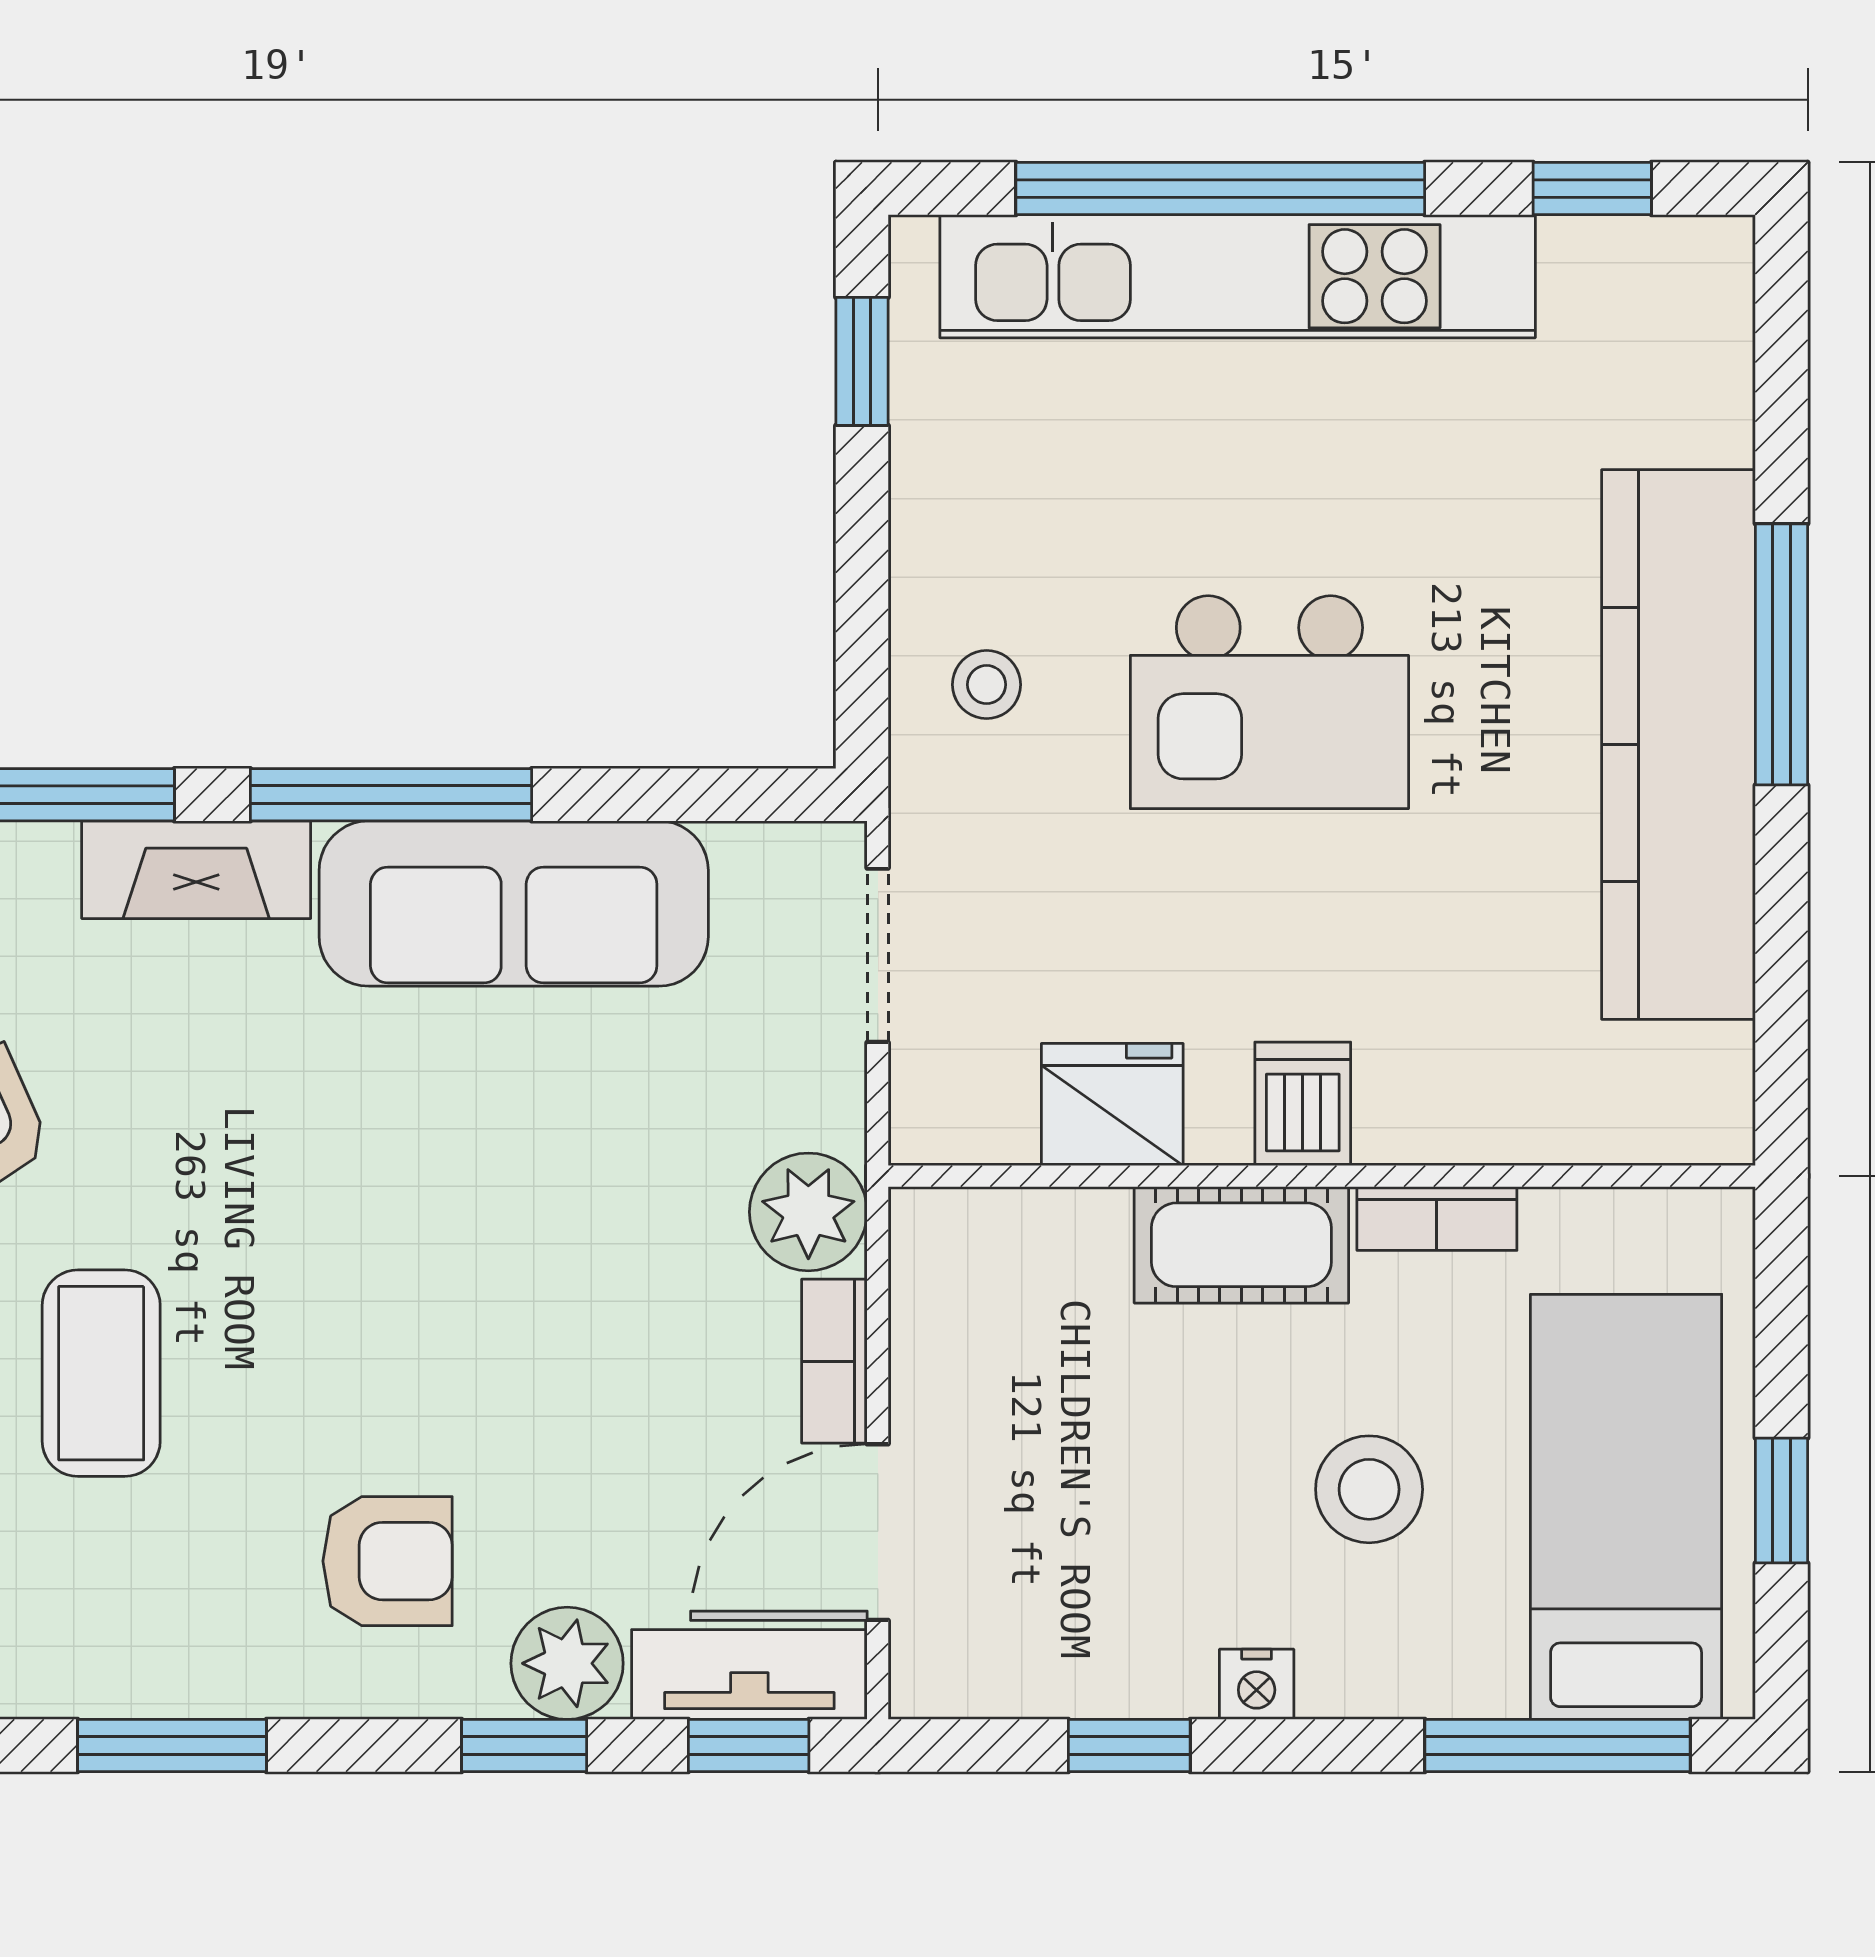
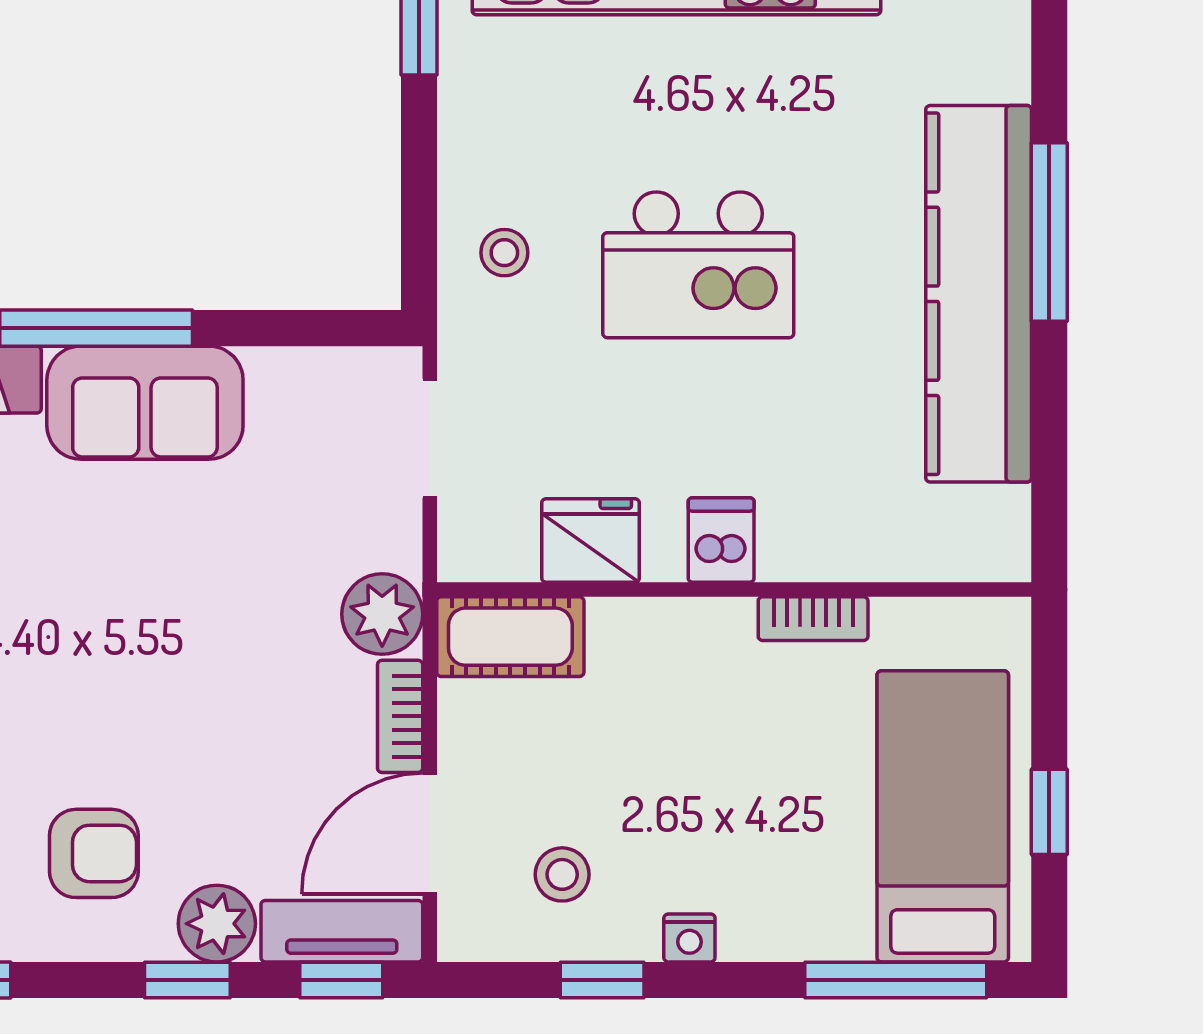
sofa: (514, 903) -> (145, 403), width x0.73
cot: (1241, 1245) -> (510, 637), moved
stool: (1369, 1489) -> (562, 874), moved, width x0.73, depth x0.73

